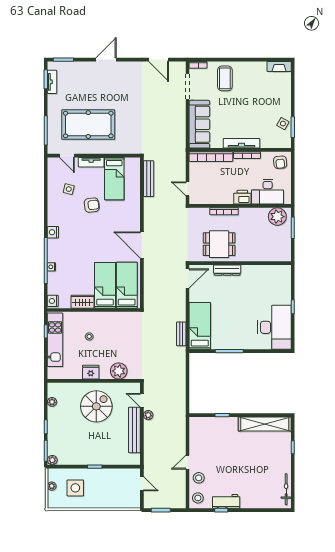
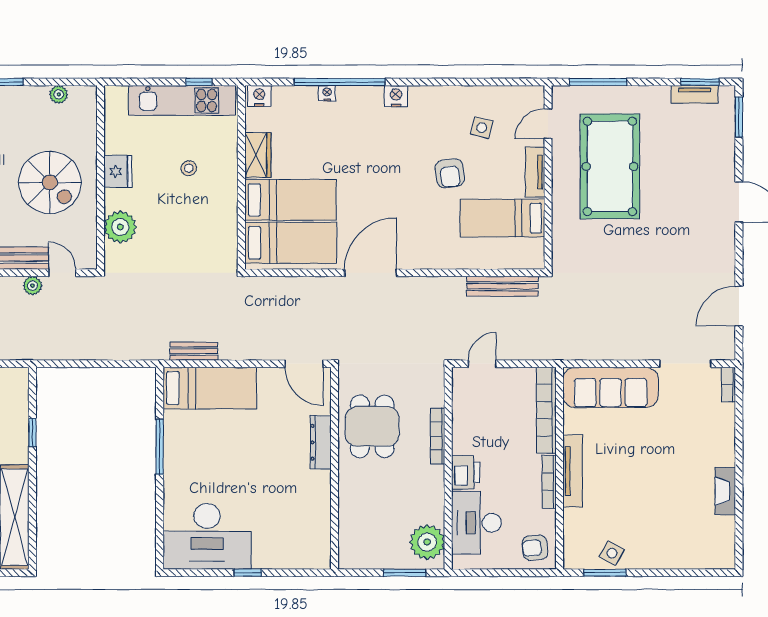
fireplace: (279, 66) -> (725, 491), moved
coffee table: (225, 78) -> (702, 438), removed
door: (142, 400) -> (62, 273), hinge flipped

